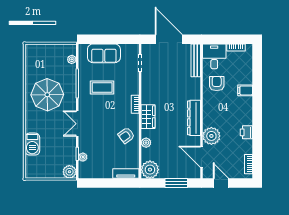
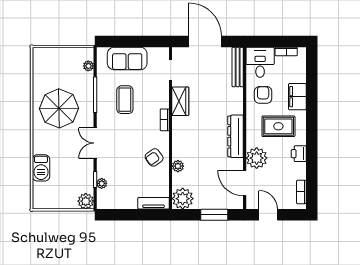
coffee table: (102, 87) -> (125, 100), turned 90
filing cabinet: (245, 90) -> (297, 97), width x2.00
rug: (229, 110) -> (278, 126), added
wardrobe: (148, 117) -> (180, 101), moved

